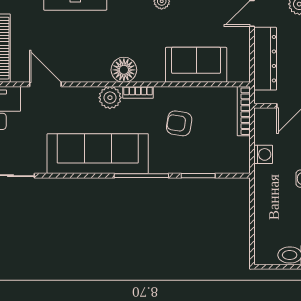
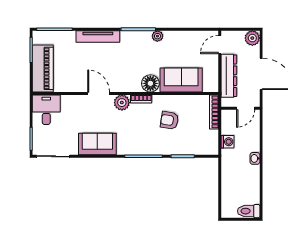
floor lamp: (124, 70) -> (150, 83), moved
door: (45, 84) -> (99, 93), moved
sofa: (98, 154) -> (97, 144), width x0.54, depth x0.79

